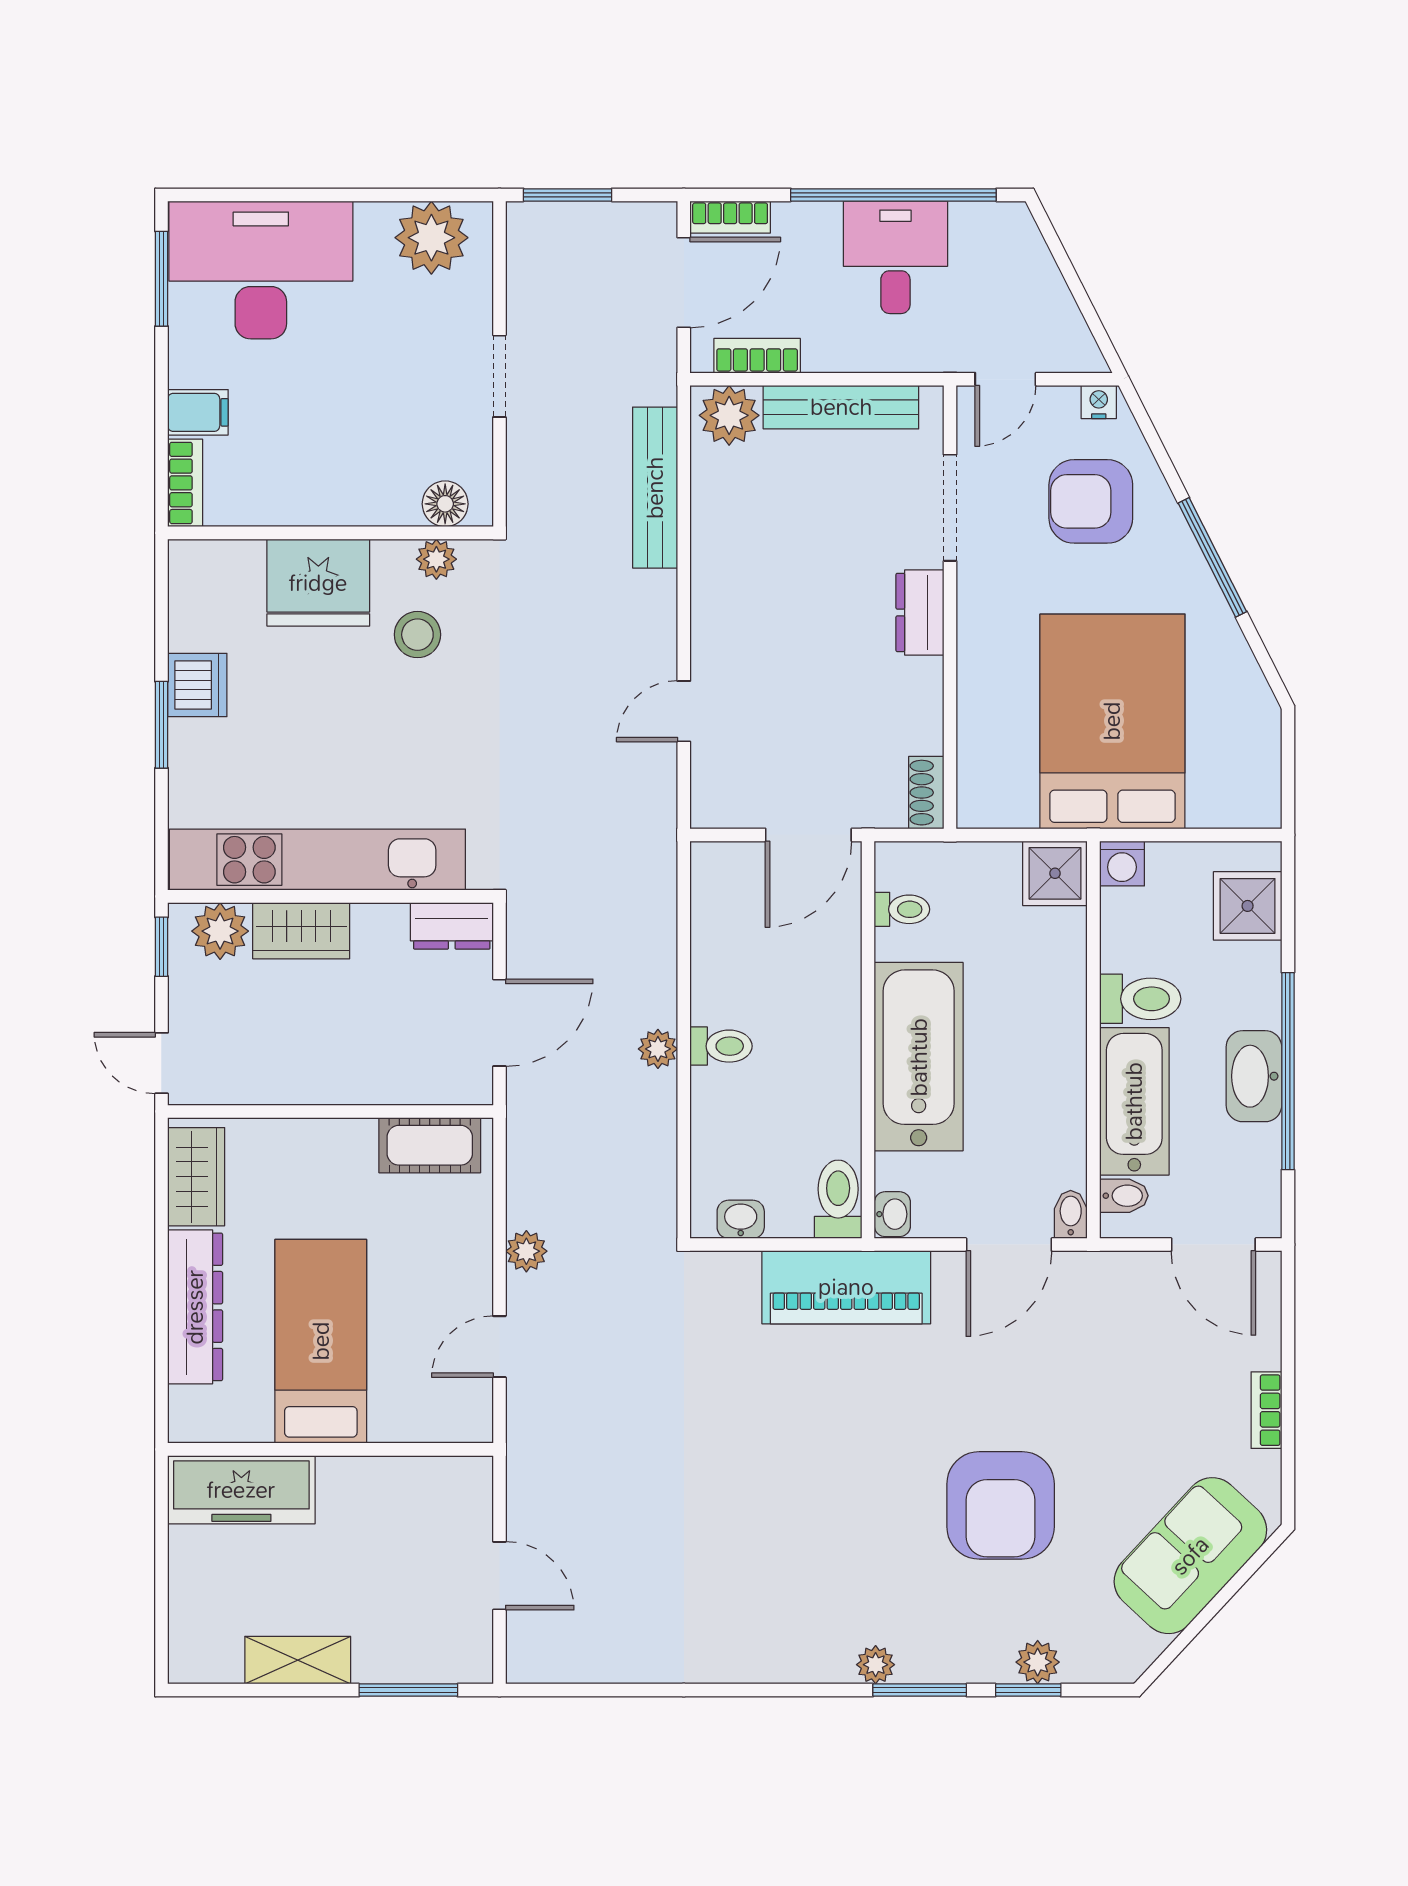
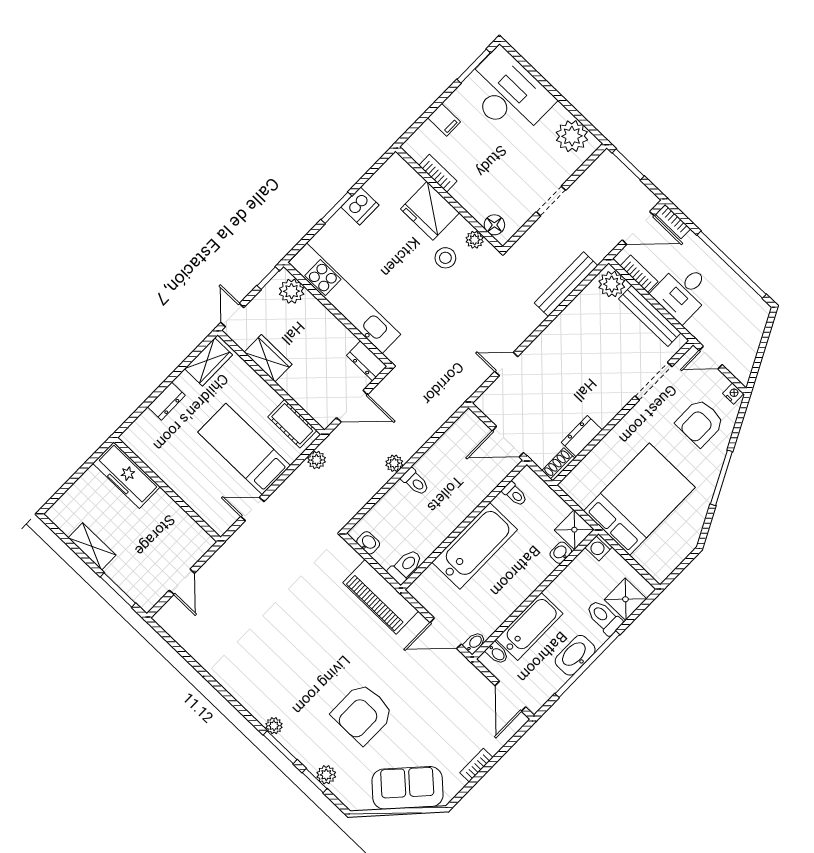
desk: (895, 257) -> (683, 292), moved, turned 180
bookcase: (185, 483) -> (438, 173), moved, turned -90
armchair: (1091, 501) -> (700, 423), turned -90
dresser: (920, 612) -> (582, 436), moved
wardrobe: (301, 931) -> (268, 358), moved, turned 180
toilet: (1140, 999) -> (604, 617), moved, turned 180
washbasin: (892, 1214) -> (561, 553), moved, turned 180
plant: (526, 1251) -> (317, 460), moved
dresser: (195, 1307) -> (166, 401), width x0.51, depth x0.80
bed: (321, 1341) -> (244, 449), moved, turned -90

